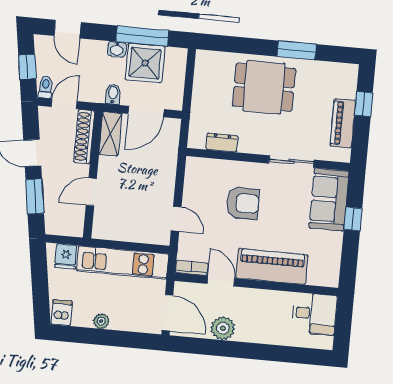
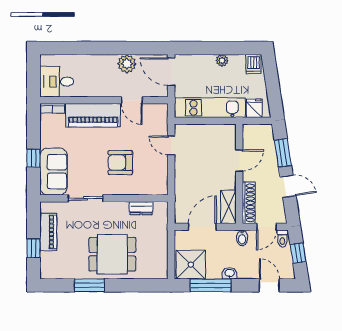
shower: (145, 63) -> (191, 265), moved
bidet: (113, 94) -> (242, 238), moved
bookcase: (192, 268) -> (52, 108), moved

